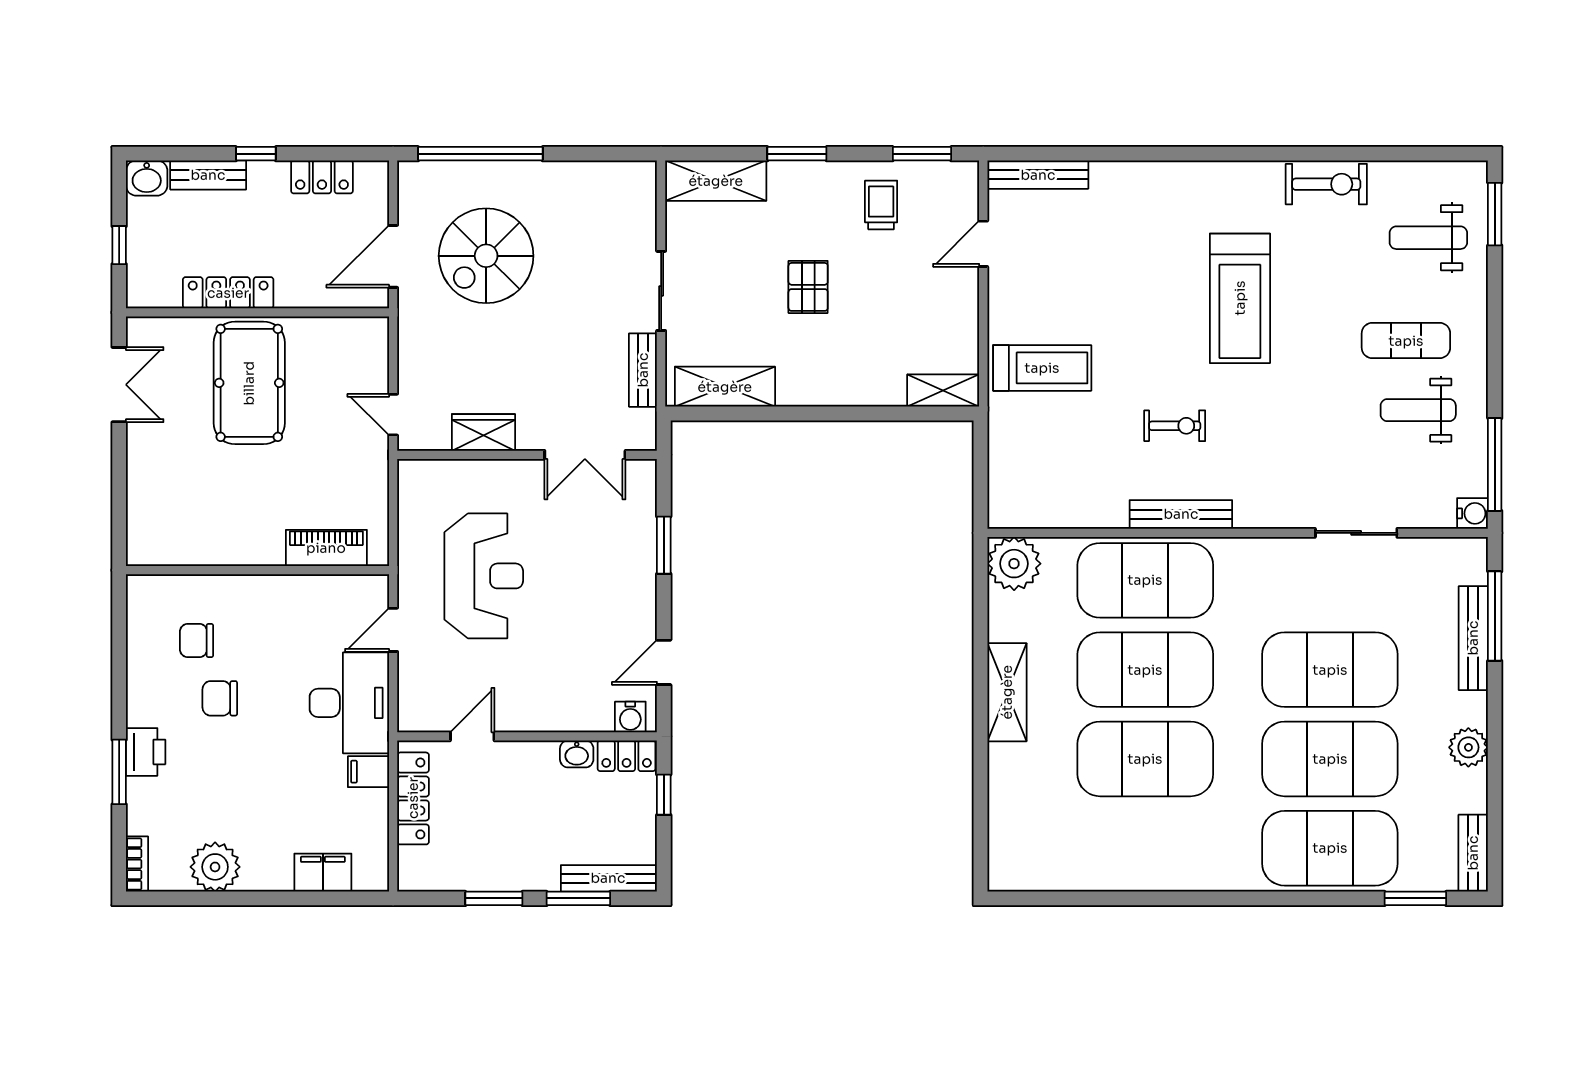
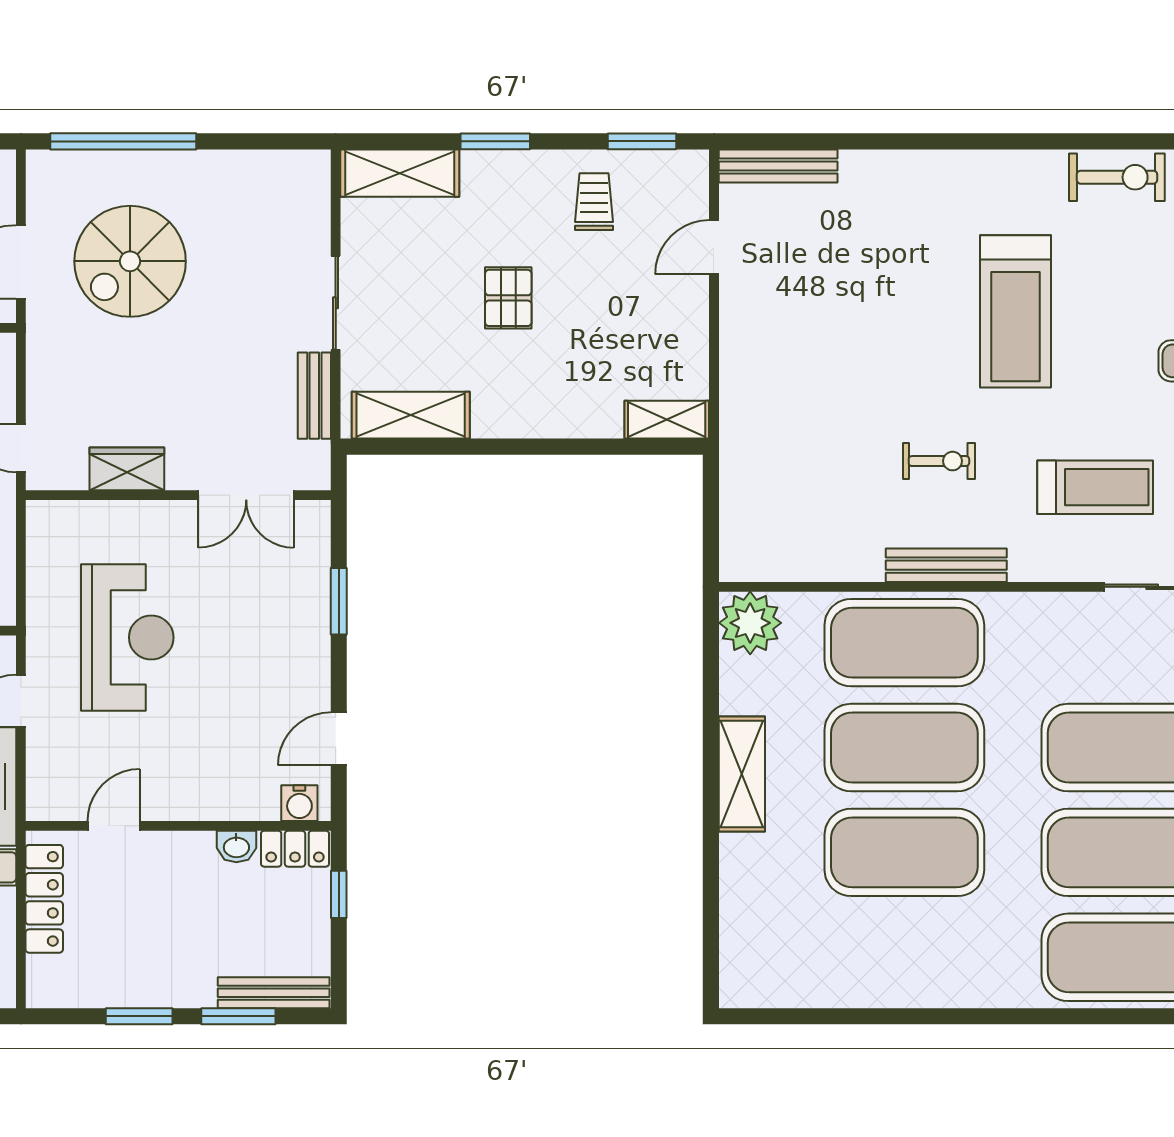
treadmill: (1042, 368) -> (1095, 487), moved

